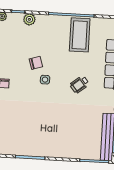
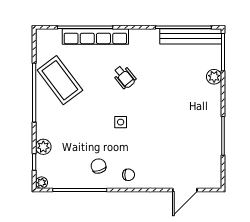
coffee table: (80, 35) -> (60, 80), turned 53
chair: (36, 63) -> (99, 166), moved
plant: (76, 153) -> (214, 77), added

